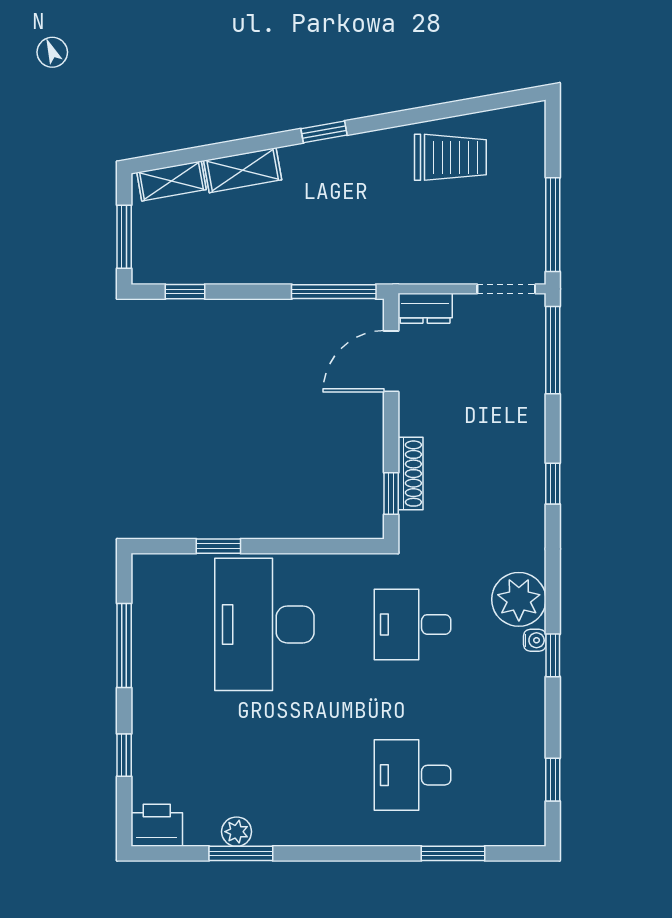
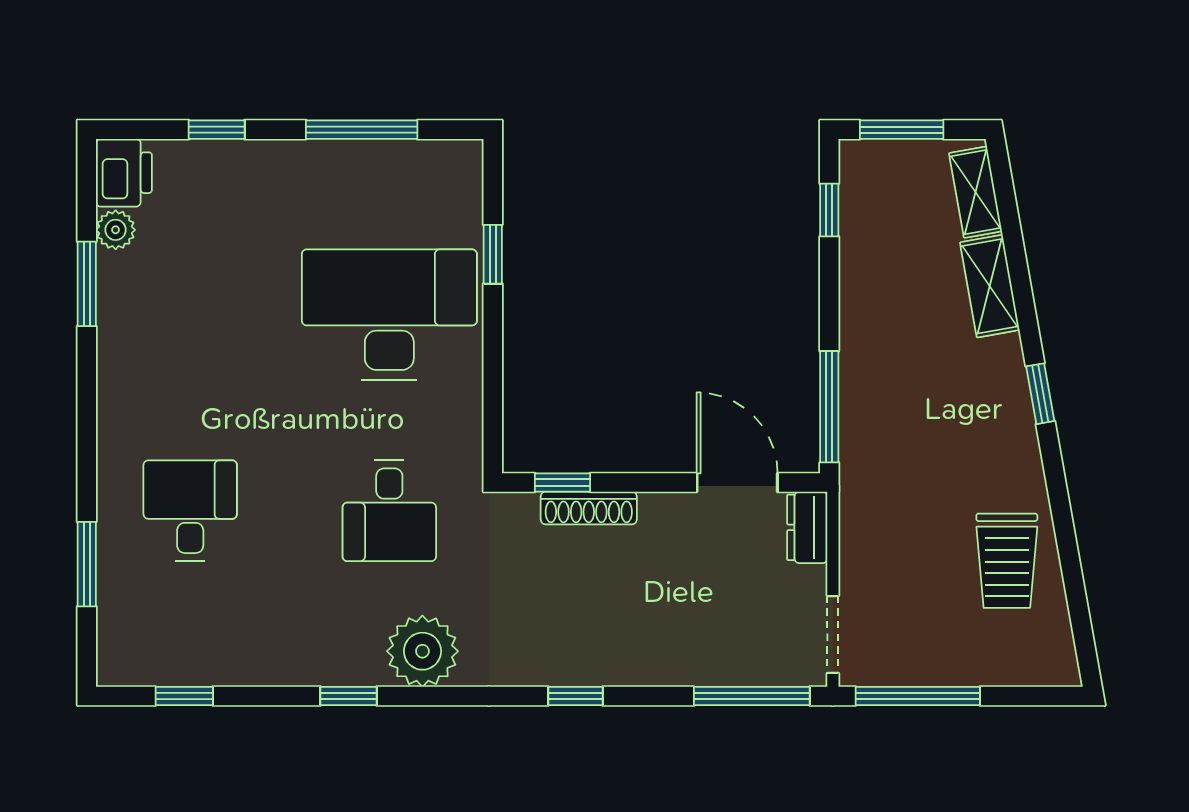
desk: (413, 624) -> (389, 511), turned 180
water cooler: (535, 640) -> (368, 672), removed
plant: (237, 832) -> (116, 230), moved

